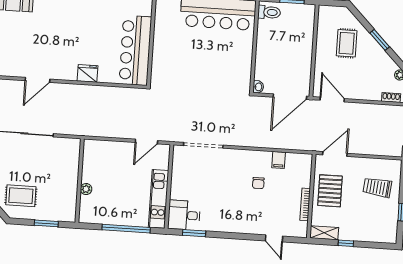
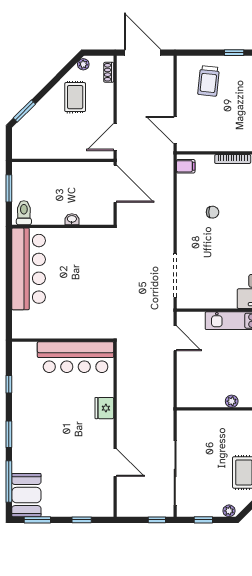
window: (380, 40) -> (24, 111), moved
rug: (347, 43) -> (75, 97), moved, turned 90
washbasin: (258, 87) -> (72, 219), moved
filing cabinet: (279, 160) -> (186, 166), moved
pallet: (330, 191) -> (216, 133), removed

